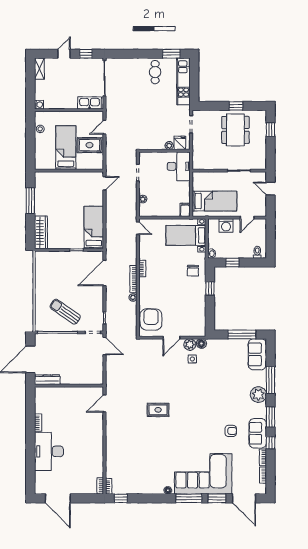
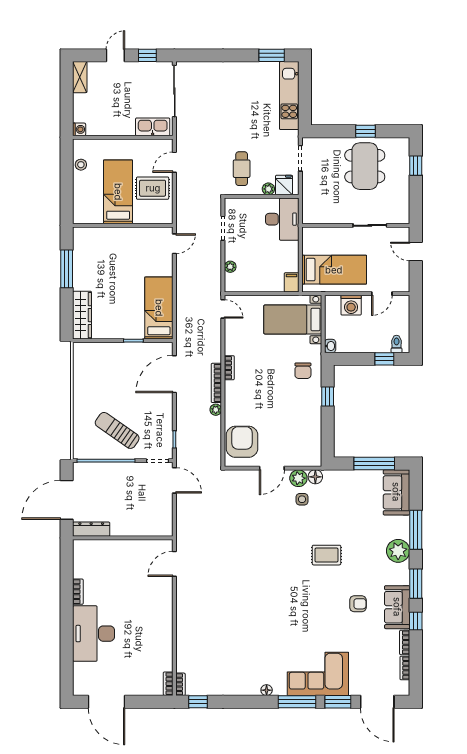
cafe table: (155, 72) -> (242, 169), moved
window: (232, 262) -> (384, 359), moved
rug: (158, 410) -> (326, 555), moved
corner sofa: (203, 474) -> (318, 674), width x0.73, depth x0.74

